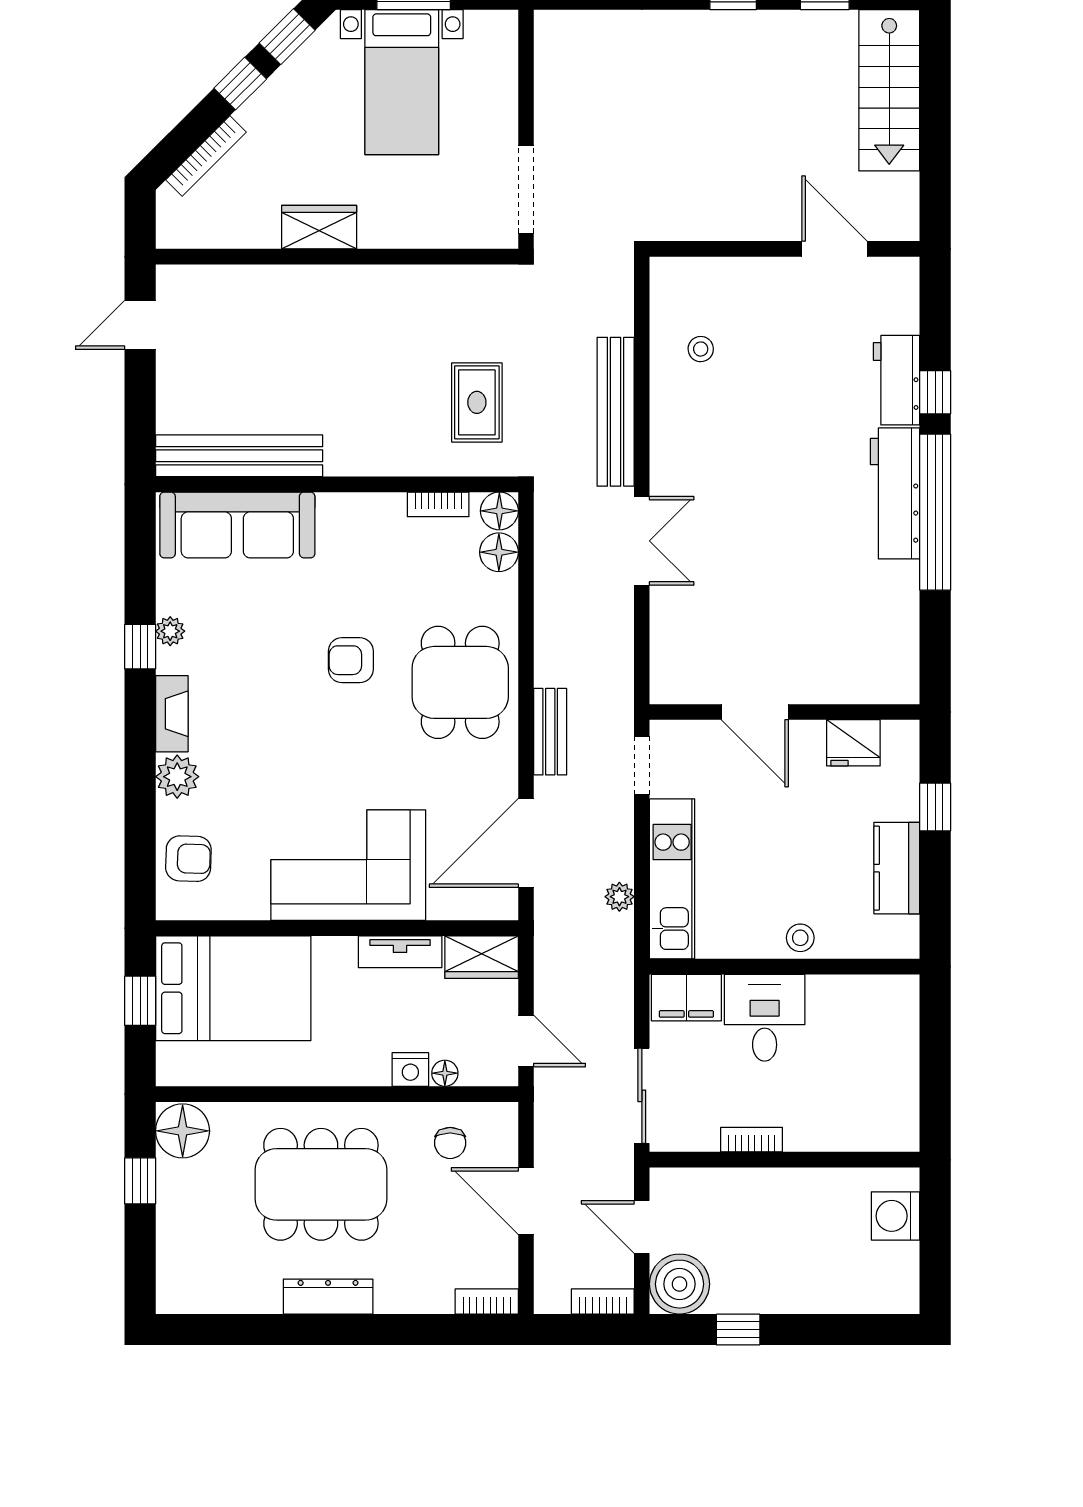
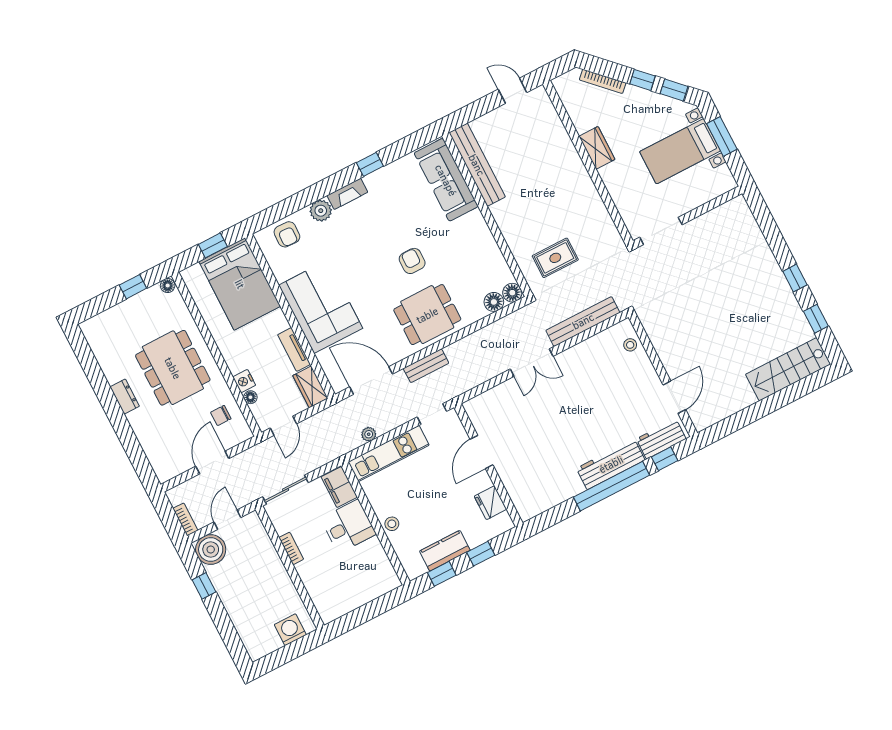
wall: (785, 249) -> (663, 375), moved
door: (834, 249) -> (674, 397), moved
bookcase: (438, 504) -> (501, 264), removed
plant: (170, 631) -> (384, 174), removed
window: (935, 895) -> (442, 574), added
floor lamp: (183, 1131) -> (168, 286), width x0.53, depth x0.53
dresser: (328, 1297) -> (125, 397), width x0.70
bookcase: (487, 1301) -> (159, 468), removed

